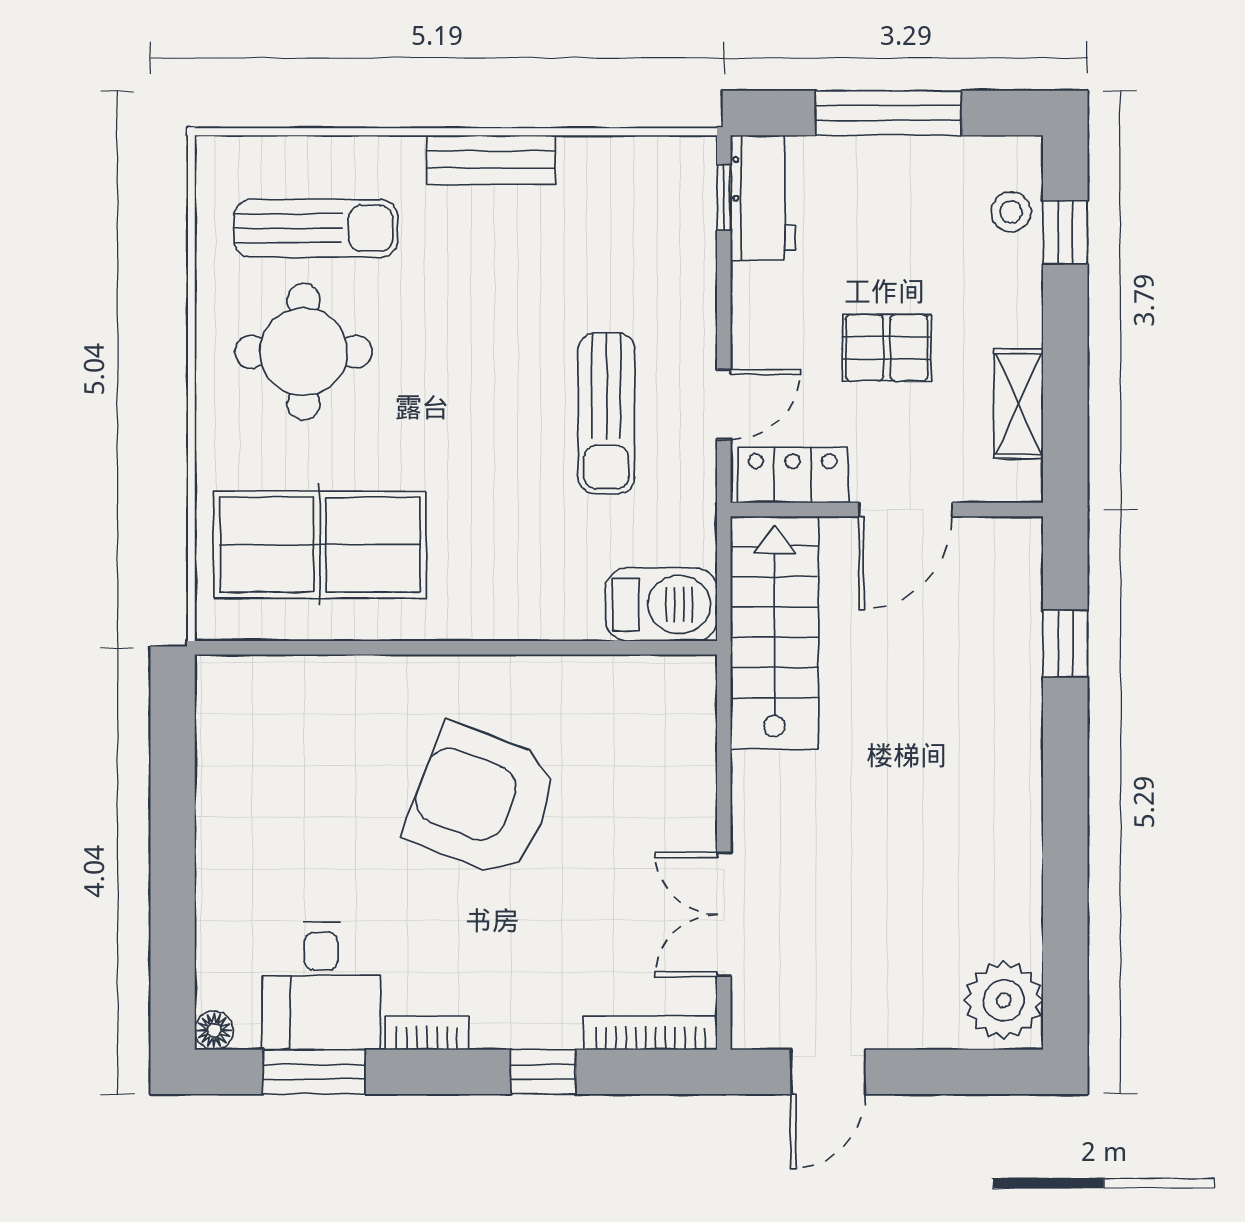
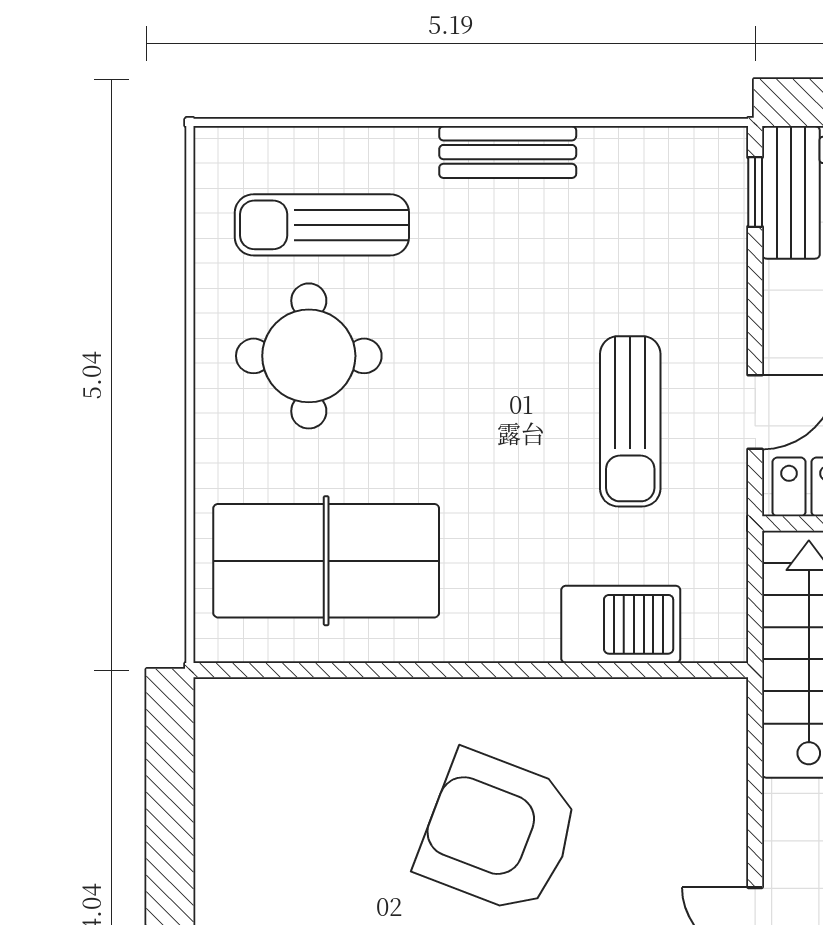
sun lounger: (316, 228) -> (322, 225), turned 180
barbecue: (661, 605) -> (621, 624), moved

